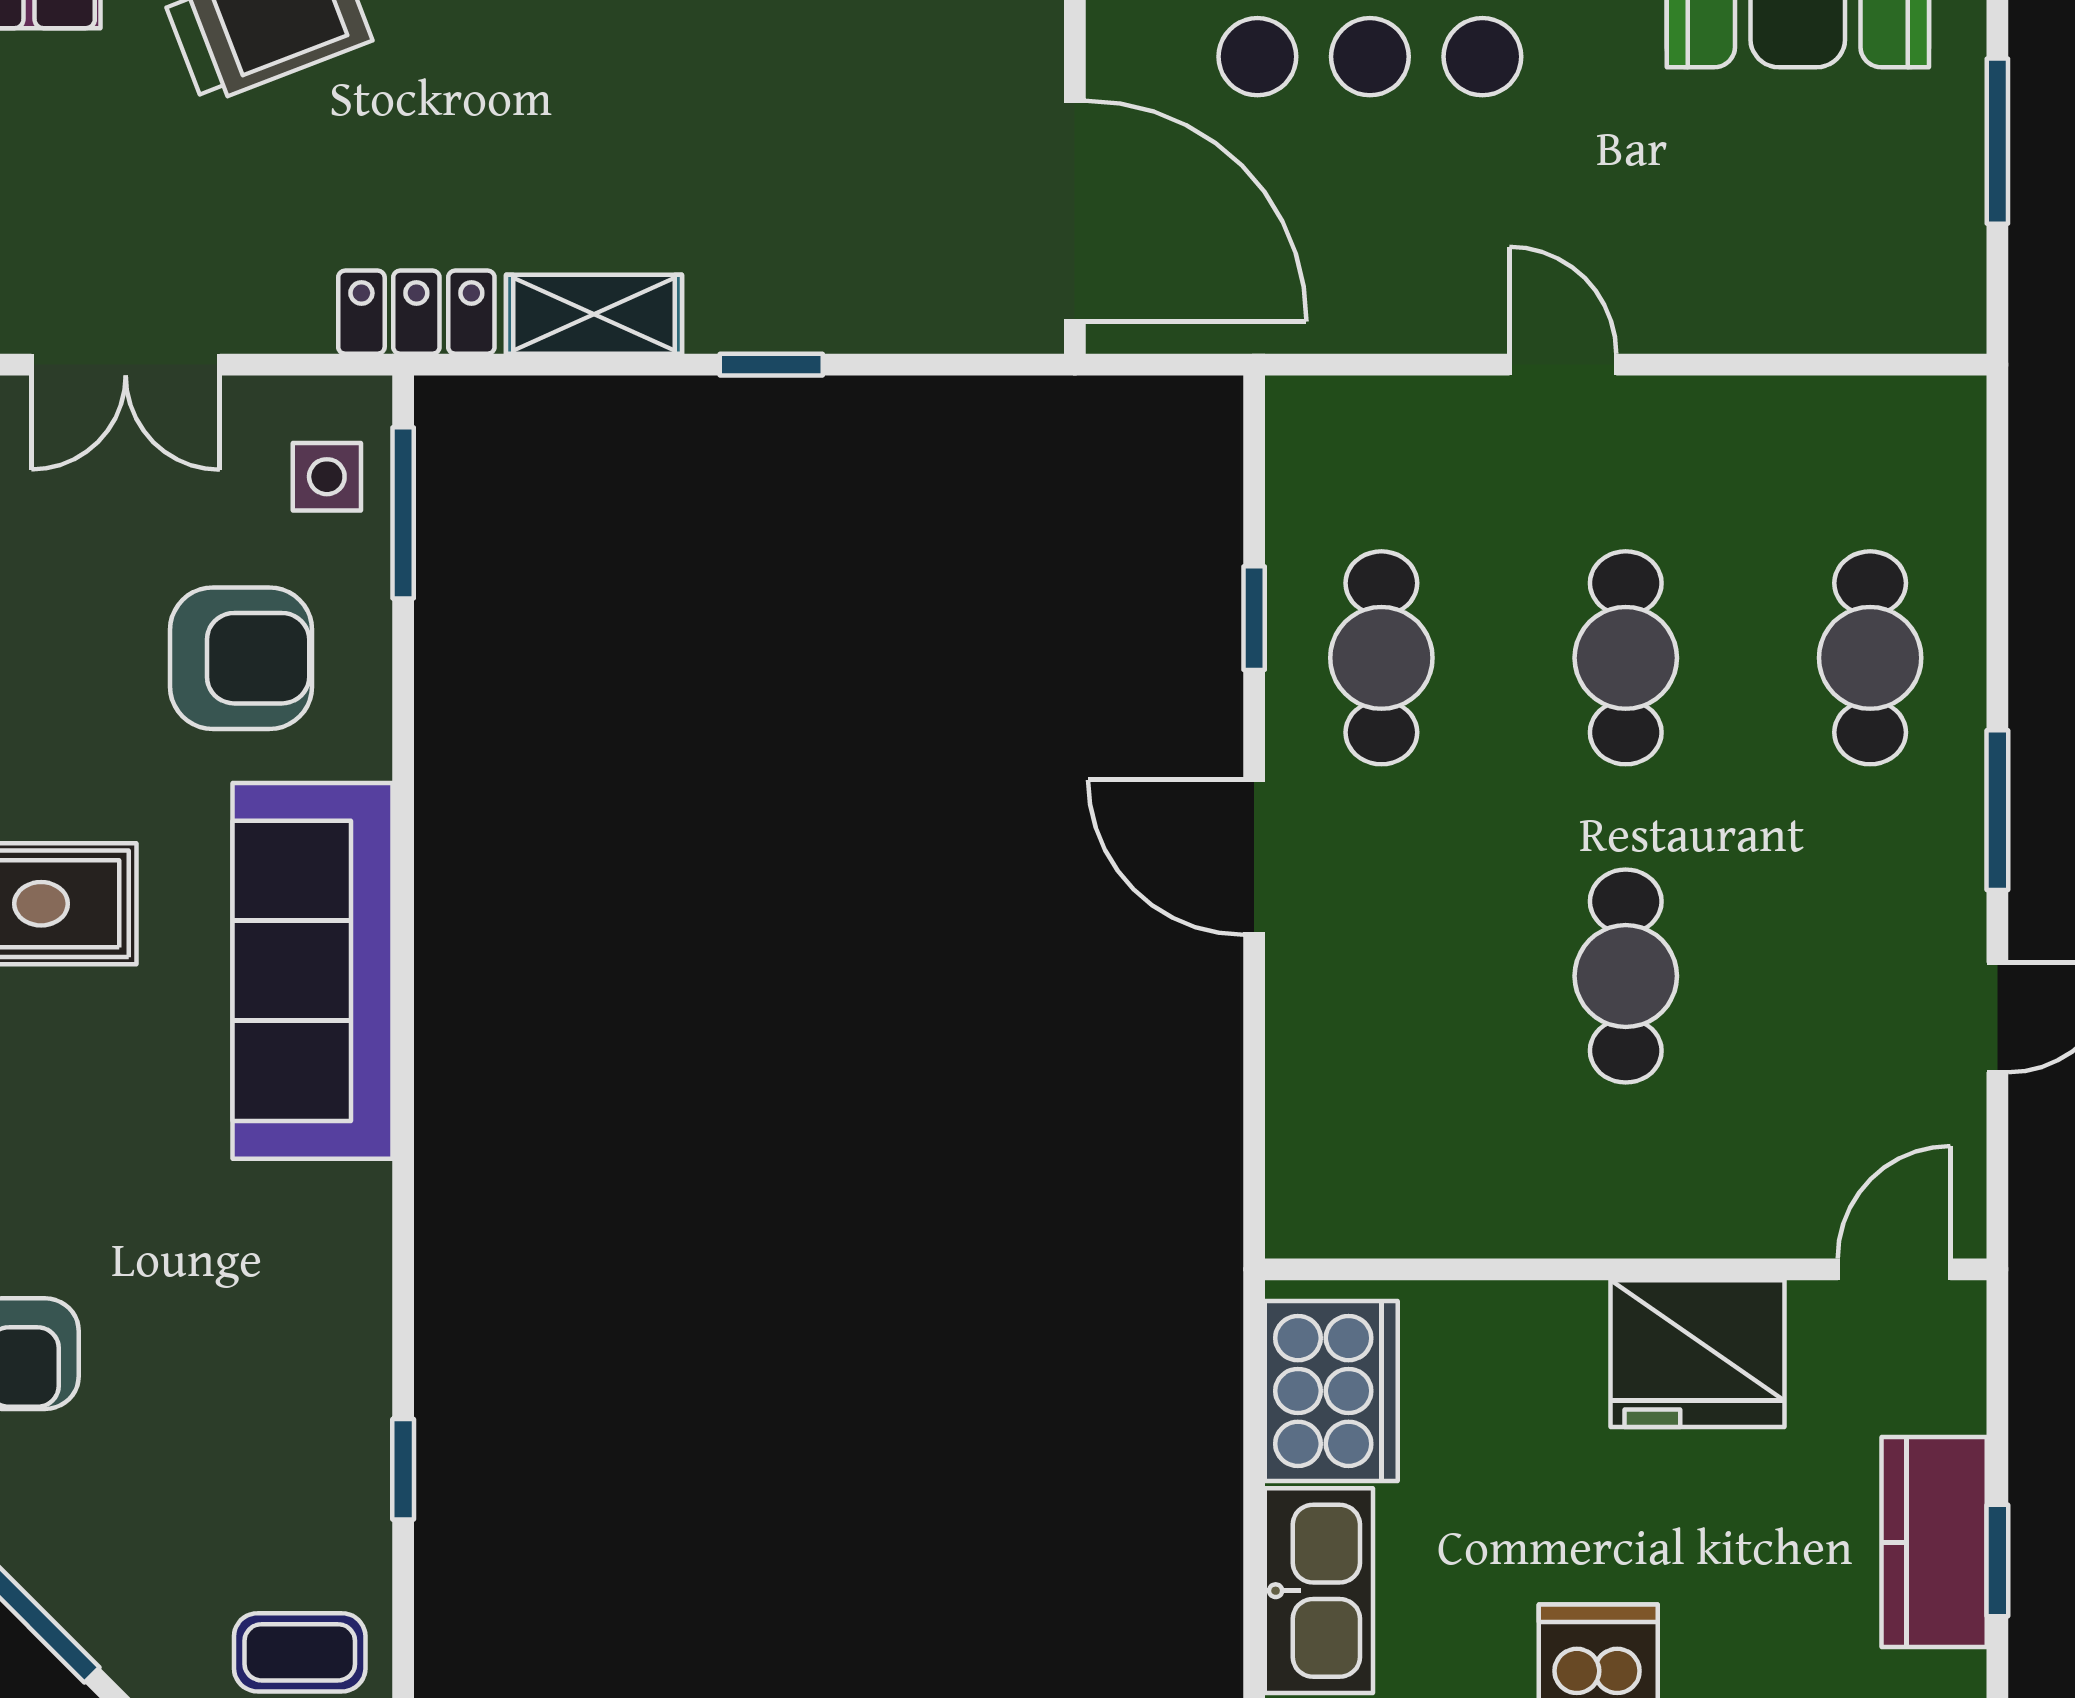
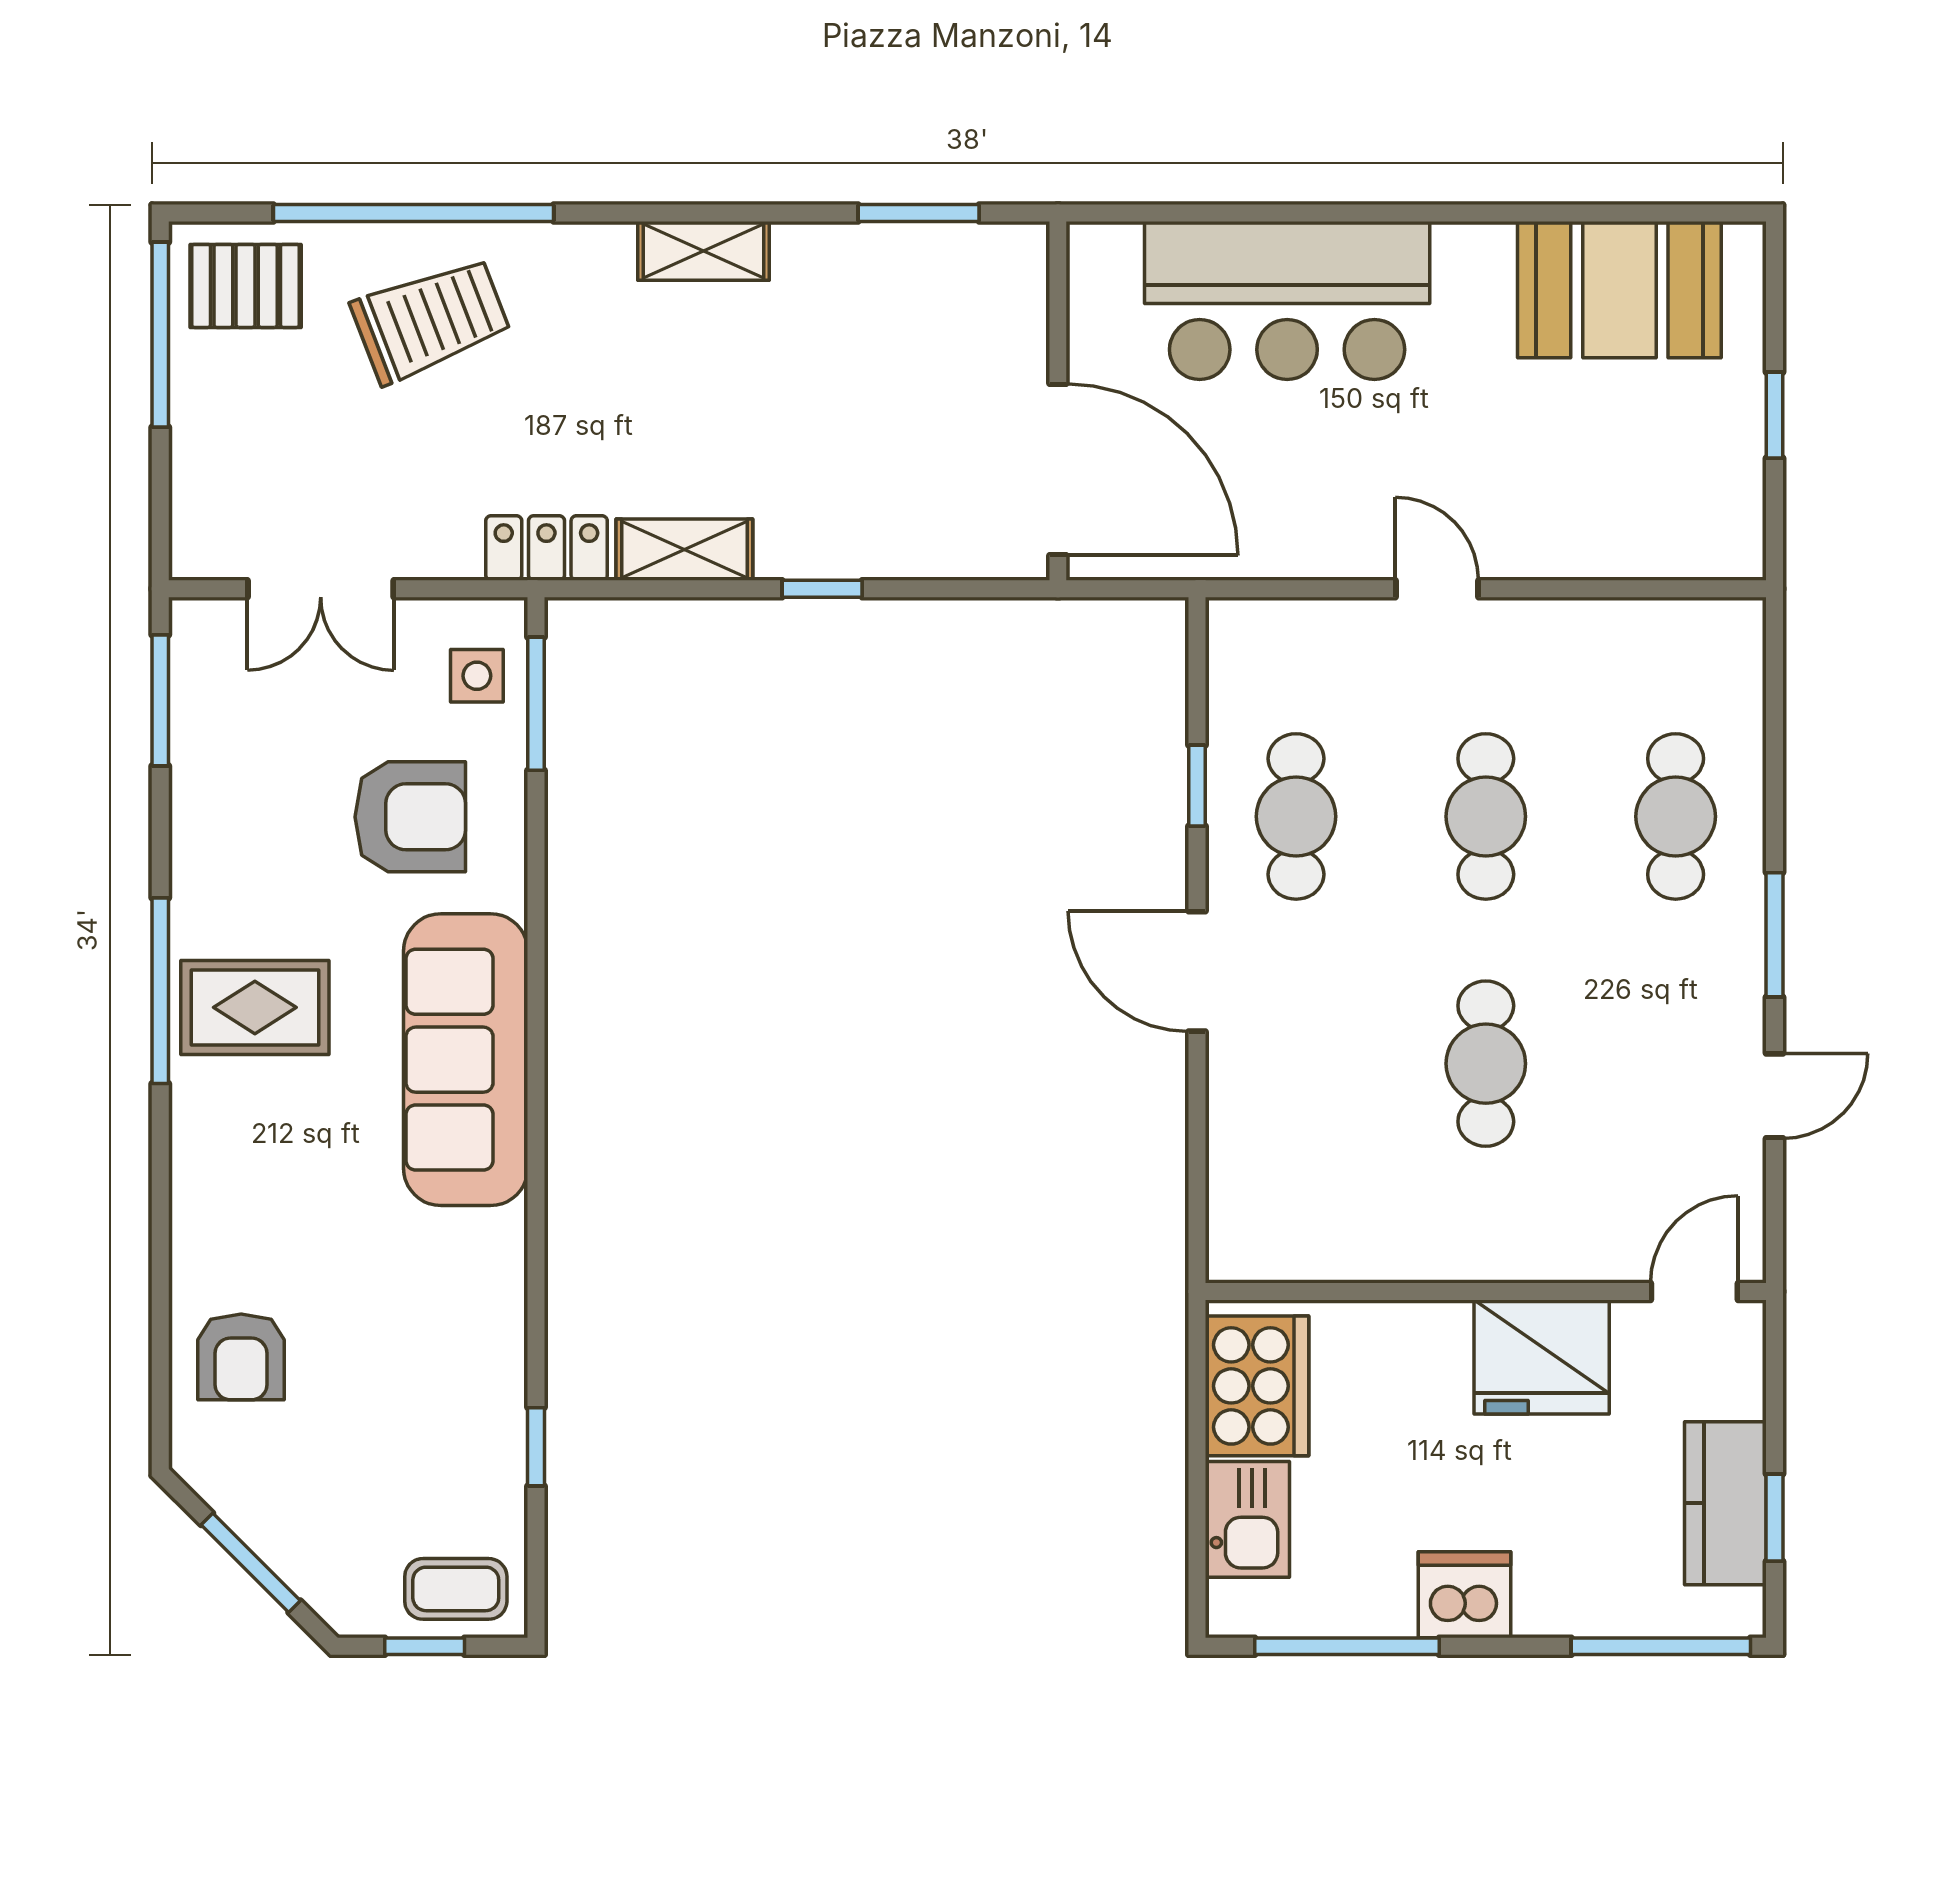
window: (1997, 141) -> (1775, 415), width x0.67
kitchen sink: (1319, 1591) -> (1247, 1519), width x0.73

